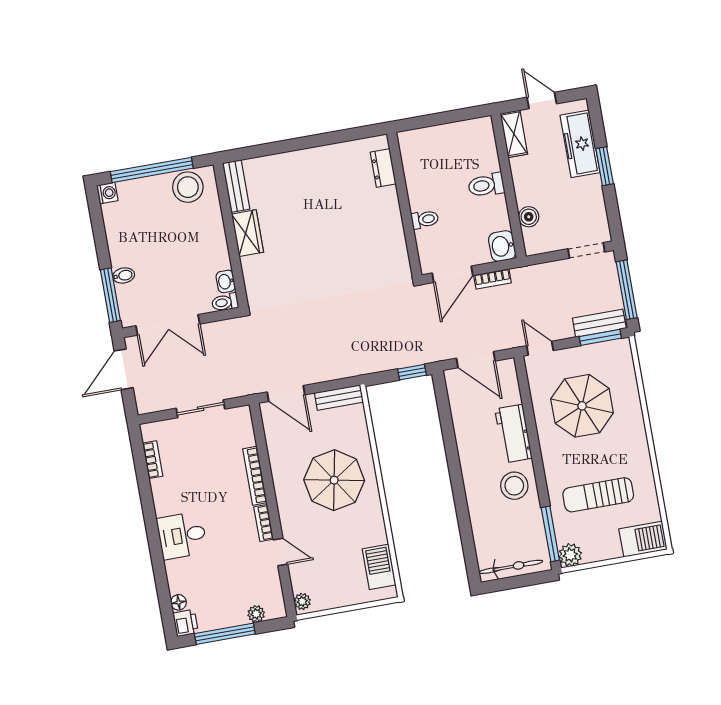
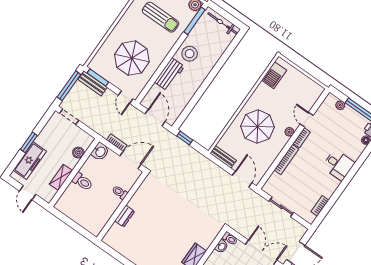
shelving: (514, 134) -> (61, 177), moved
dresser: (383, 168) -> (125, 216), moved
plant: (302, 601) -> (289, 132), moved

